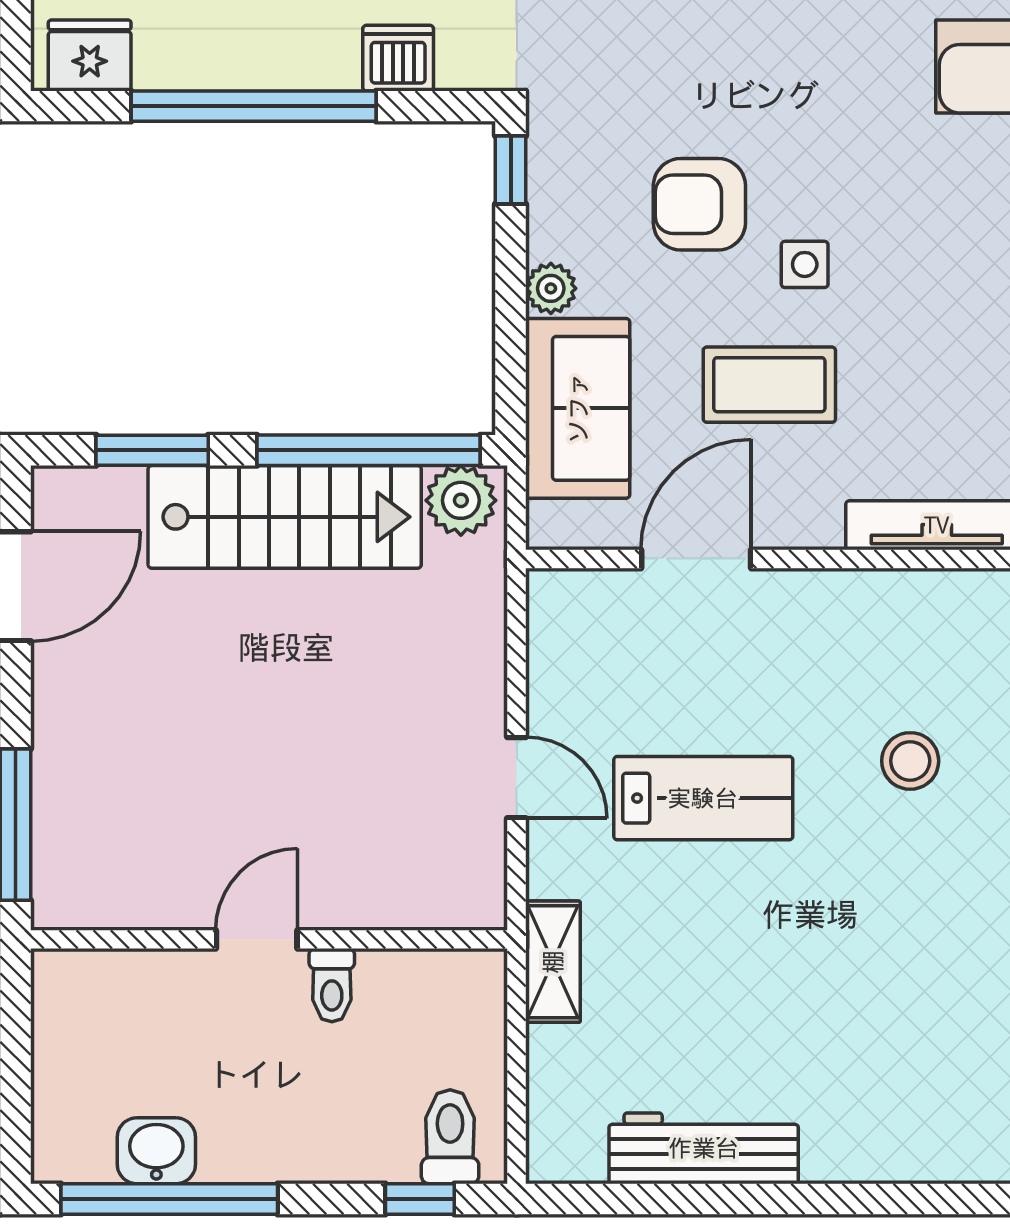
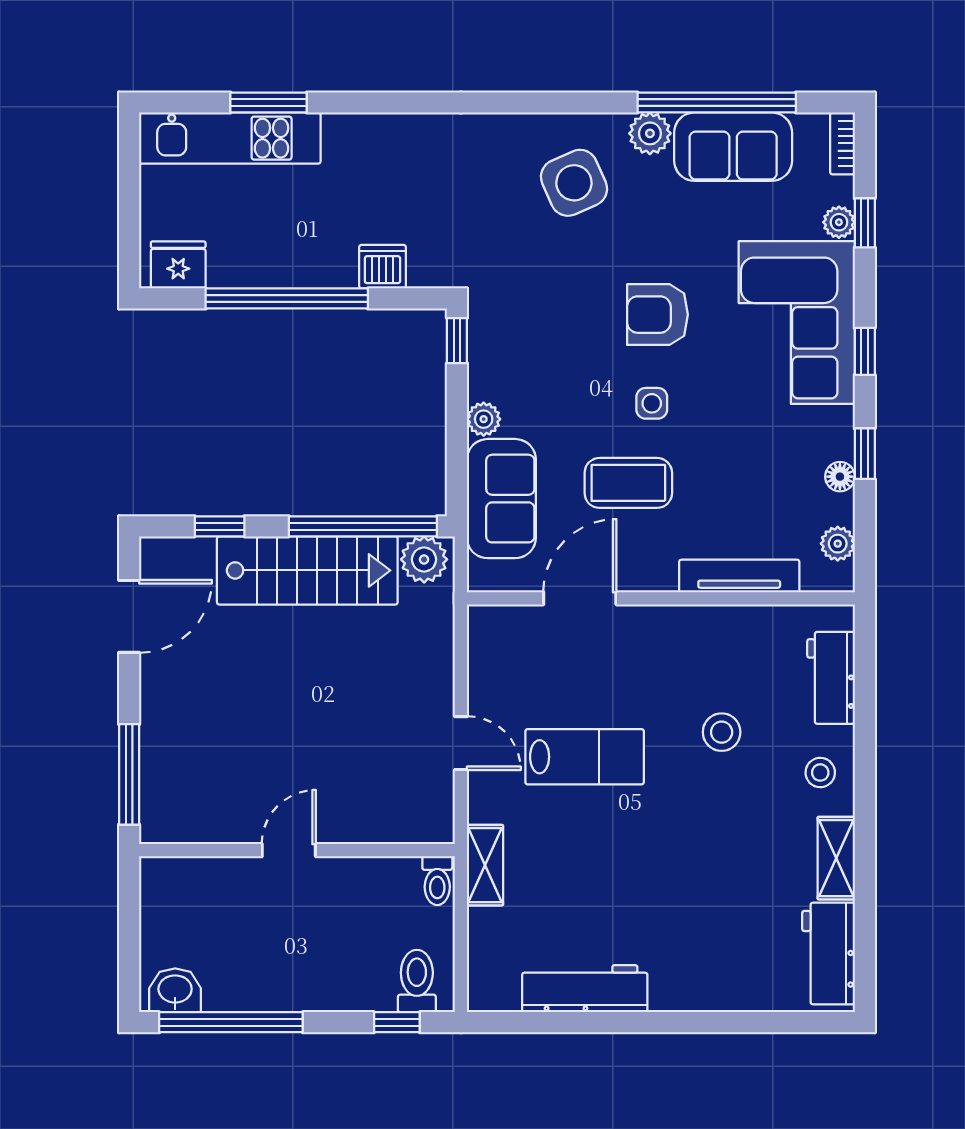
armchair: (699, 204) -> (657, 315), moved
window: (152, 450) -> (220, 526), width x0.67
toilet: (332, 985) -> (437, 881), moved
washbasin: (156, 1151) -> (175, 990), moved

